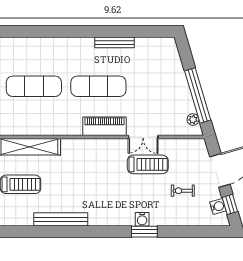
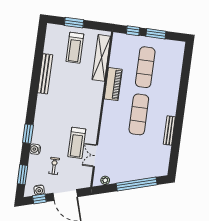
window: (198, 95) -> (137, 184), moved
piano: (105, 126) -> (113, 84), moved
double door: (143, 137) -> (95, 156), moved
water cooler: (142, 219) -> (35, 149), moved
window: (200, 232) -> (22, 175), added

